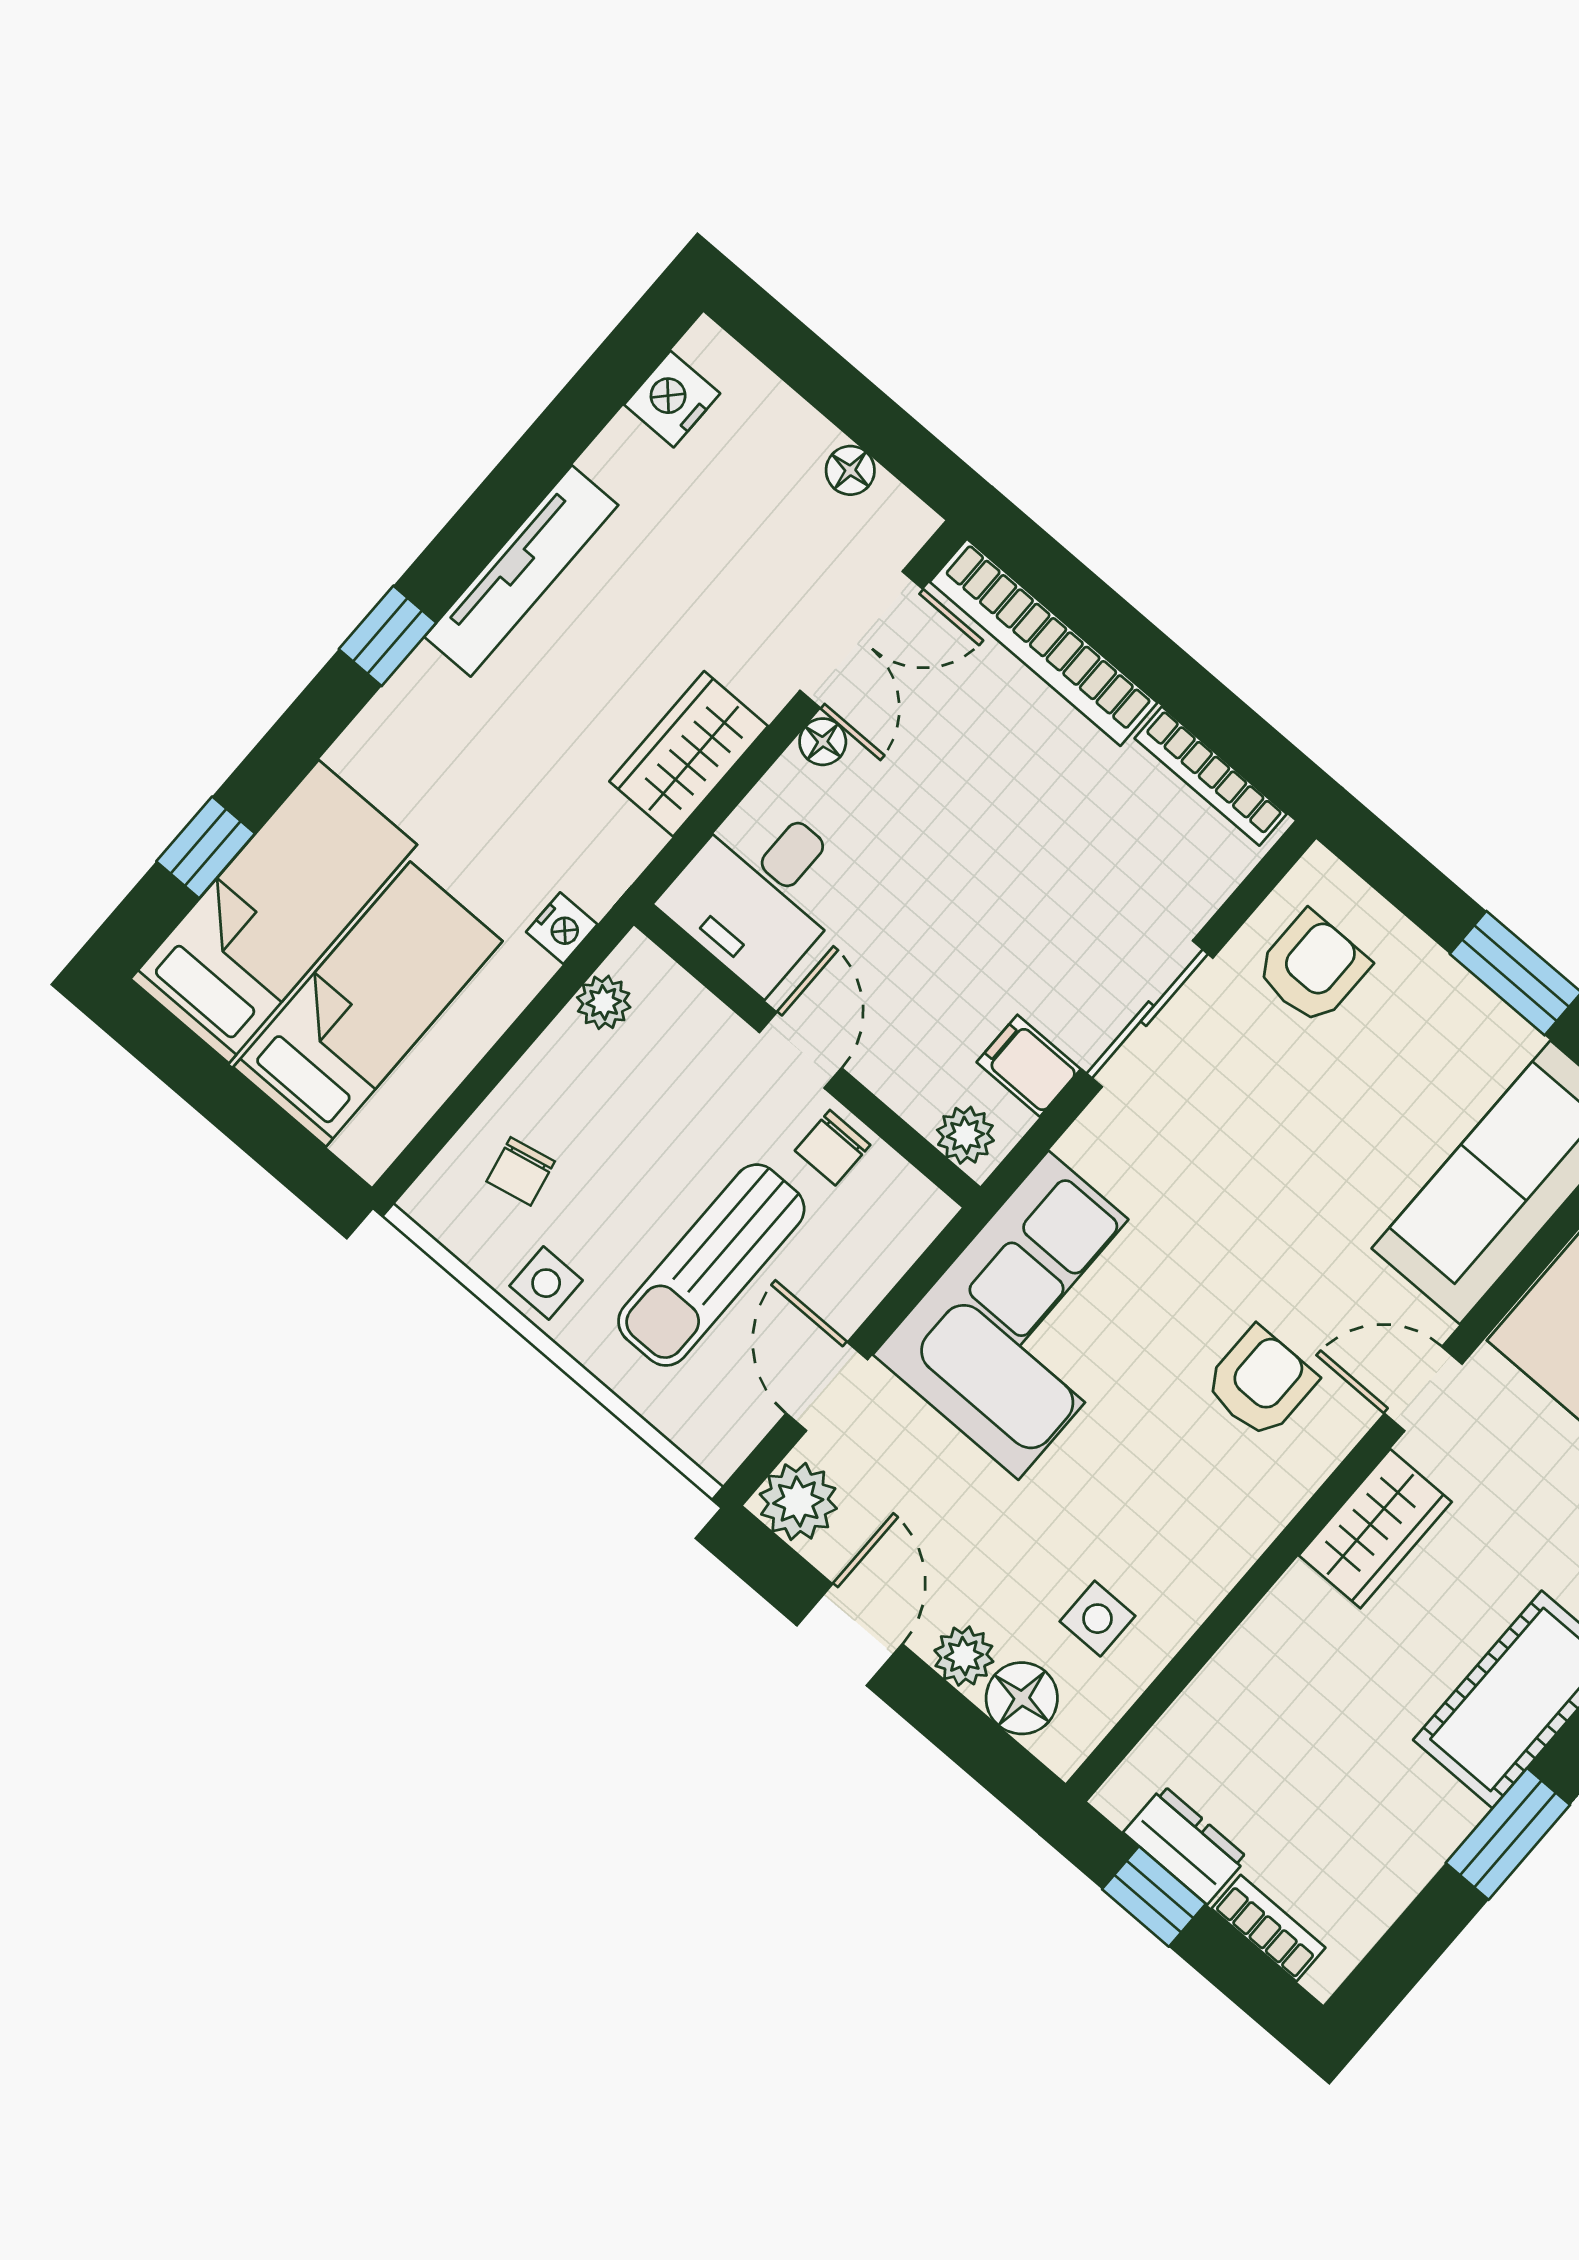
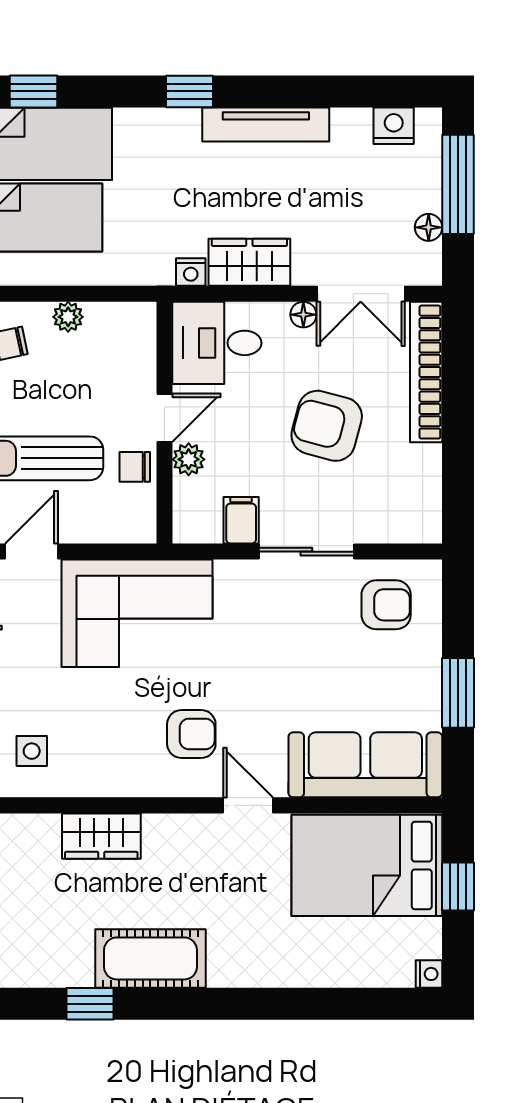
window: (826, 380) -> (458, 184), added
bookcase: (1211, 776) -> (430, 492), removed
armchair: (1001, 840) -> (327, 426), added
nightstand: (562, 928) -> (191, 272), moved
plant: (604, 1002) -> (68, 317), moved
plant: (965, 1135) -> (189, 459), moved
wardrobe: (1375, 1529) -> (101, 836), moved
window: (1508, 1834) -> (90, 1004), width x0.67

